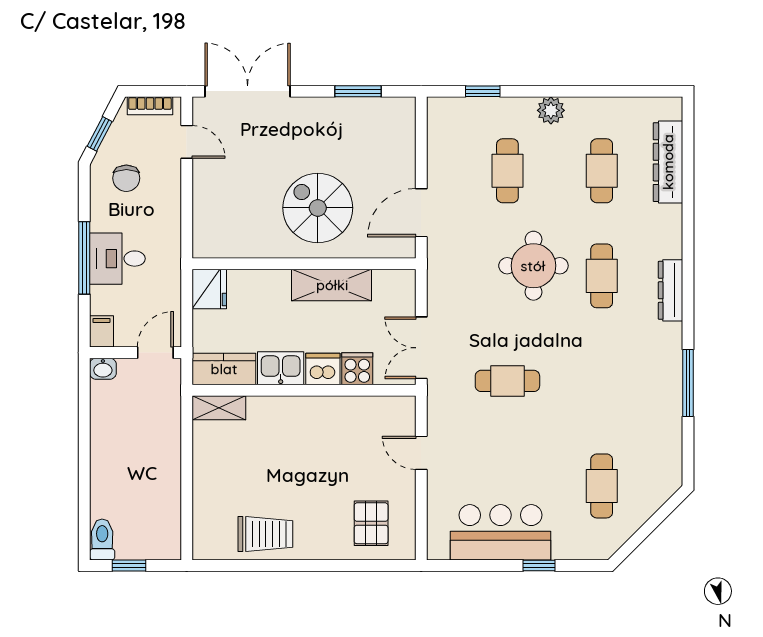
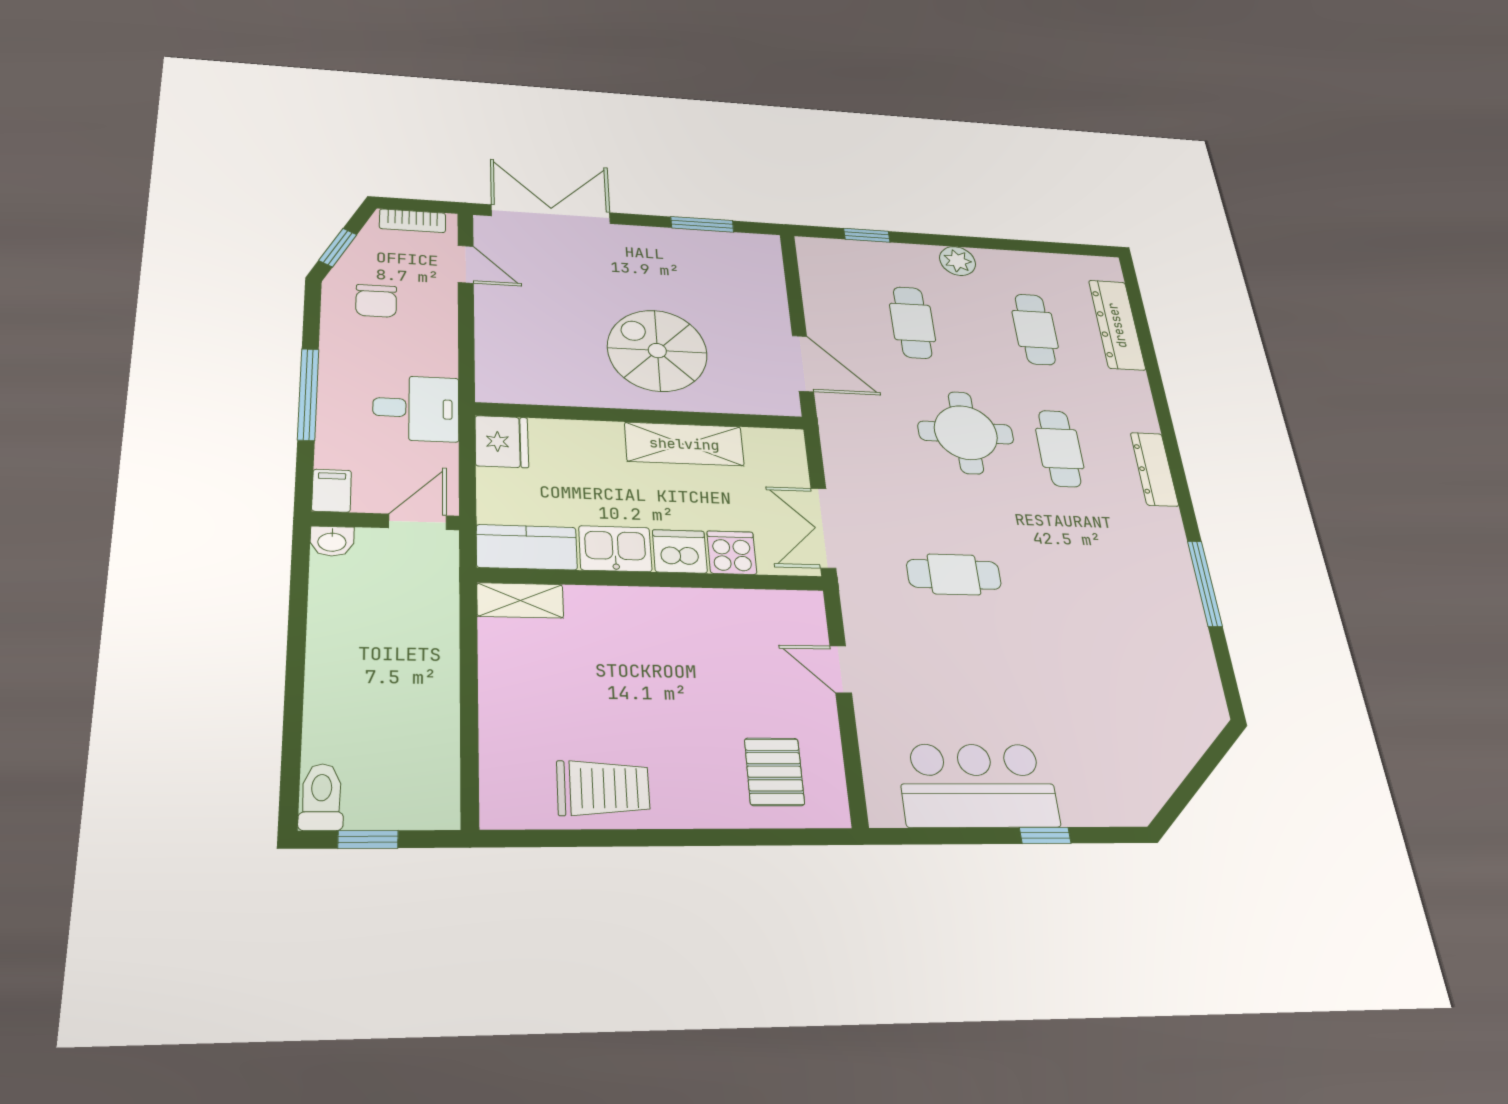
door: (421, 213) -> (803, 363), swing flipped
desk: (117, 259) -> (416, 408), moved, turned 180
cafe table: (602, 486) -> (1116, 719), removed

